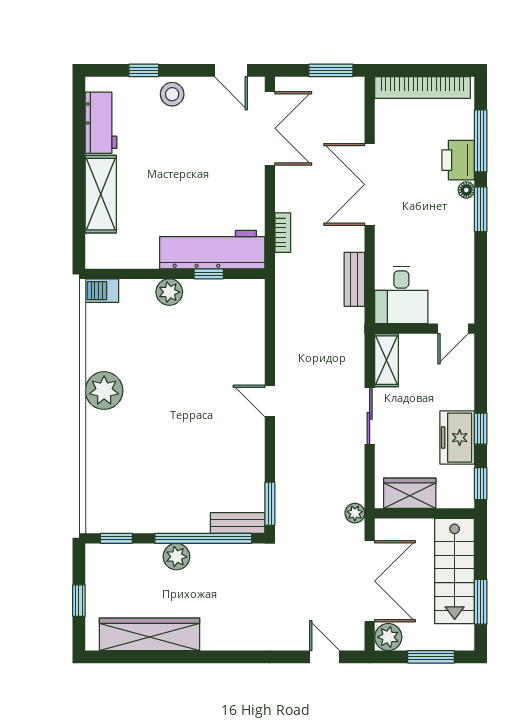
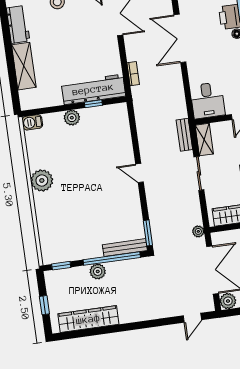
bench: (354, 279) -> (184, 135), moved
bench: (238, 523) -> (125, 248), width x1.36
door: (325, 657) -> (192, 318), swing flipped

